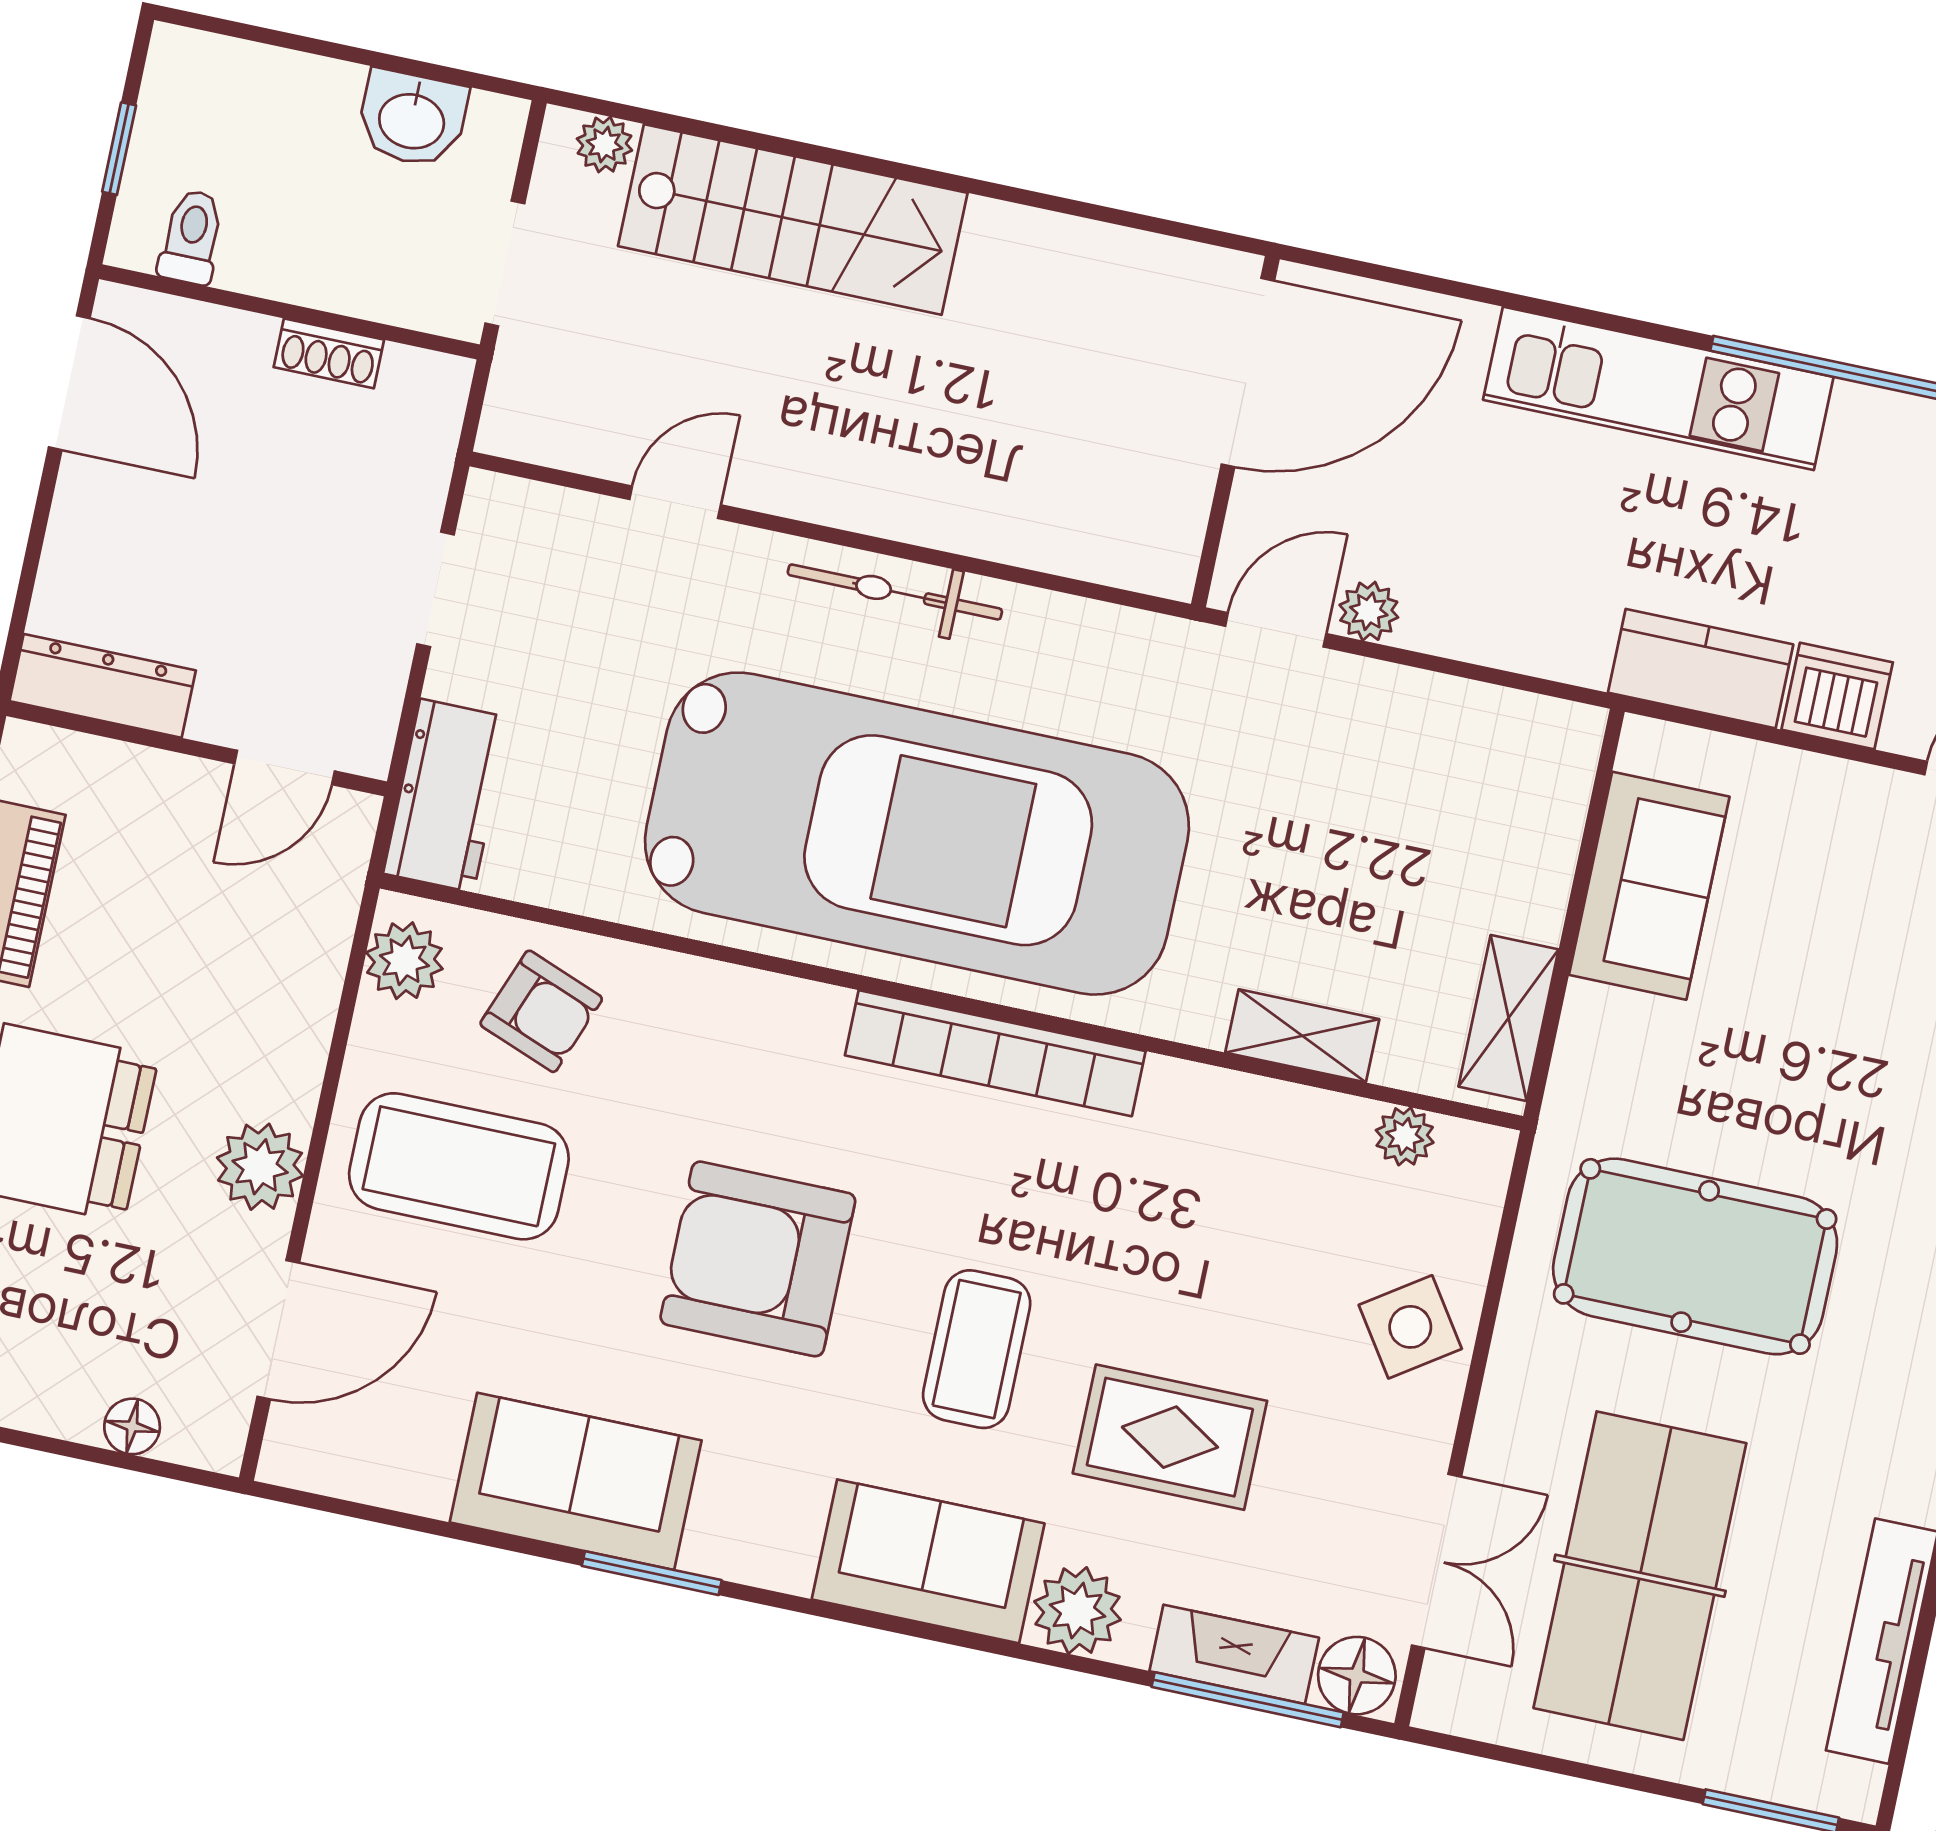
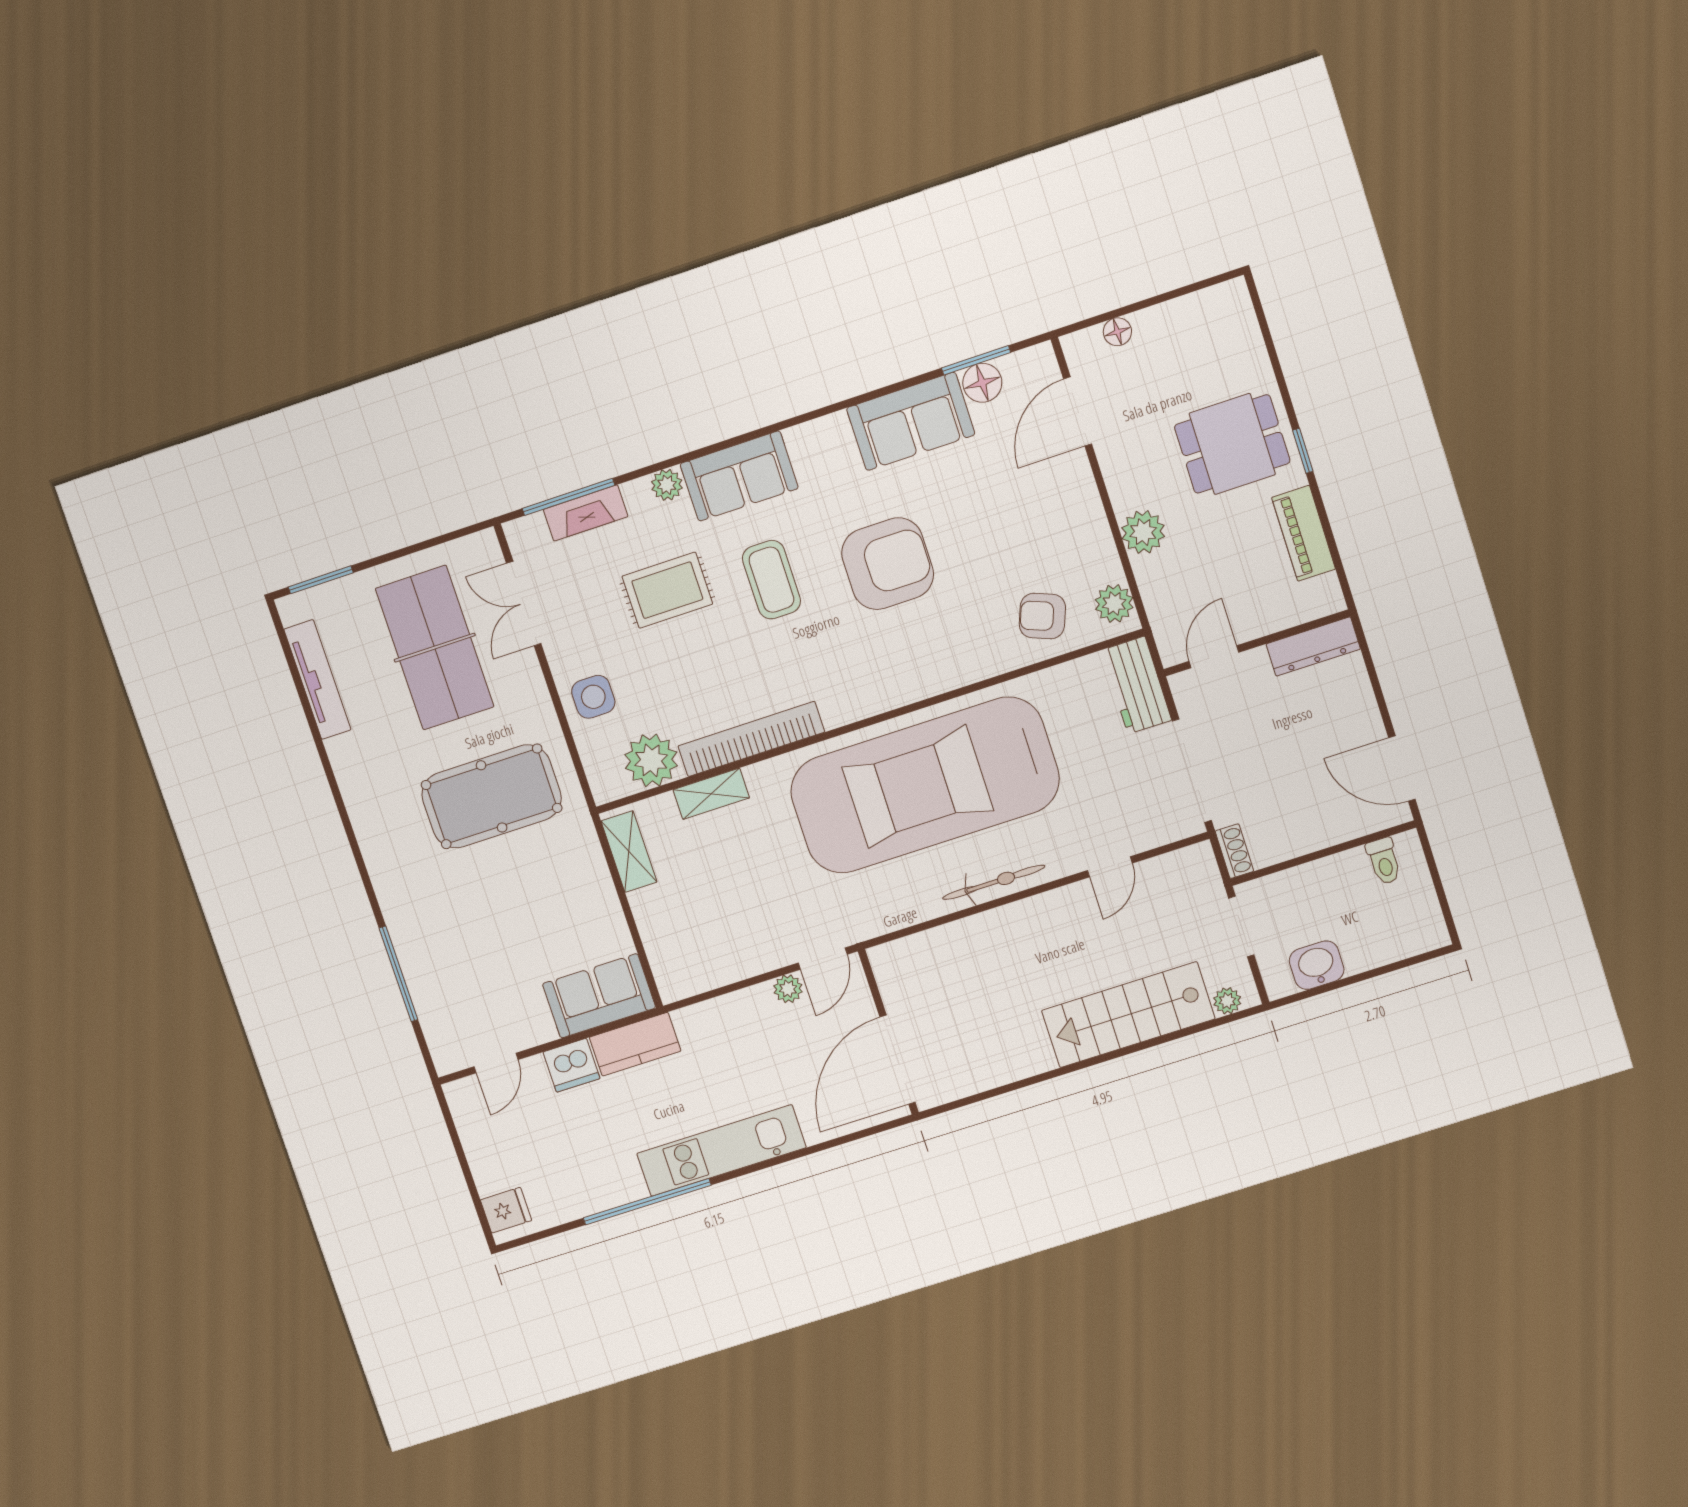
window: (119, 149) -> (1437, 881), removed
shoe rack: (329, 353) -> (1234, 851), moved, turned 90
doorway: (436, 589) -> (1192, 771), width x1.87
sofa: (1649, 886) -> (599, 996), moved, turned 90
bookcase: (995, 1053) -> (751, 739), moved
plant: (1405, 1136) -> (651, 760), width x1.87, depth x1.87
coffee table: (459, 1166) -> (1040, 528), removed
plant: (260, 1167) -> (1143, 532), moved
side table: (1410, 1327) -> (593, 697), turned 34
window: (652, 1573) -> (976, 360), moved
plant: (1077, 1611) -> (667, 485), width x0.73, depth x0.73
floor lamp: (1357, 1676) -> (982, 383), moved

